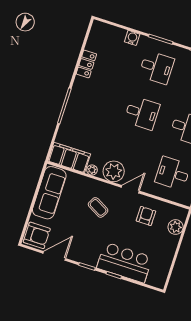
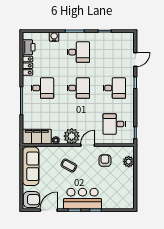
printer: (96, 41) -> (29, 47), added
desk: (96, 98) -> (42, 88), added
bar counter: (125, 262) -> (82, 199), moved

